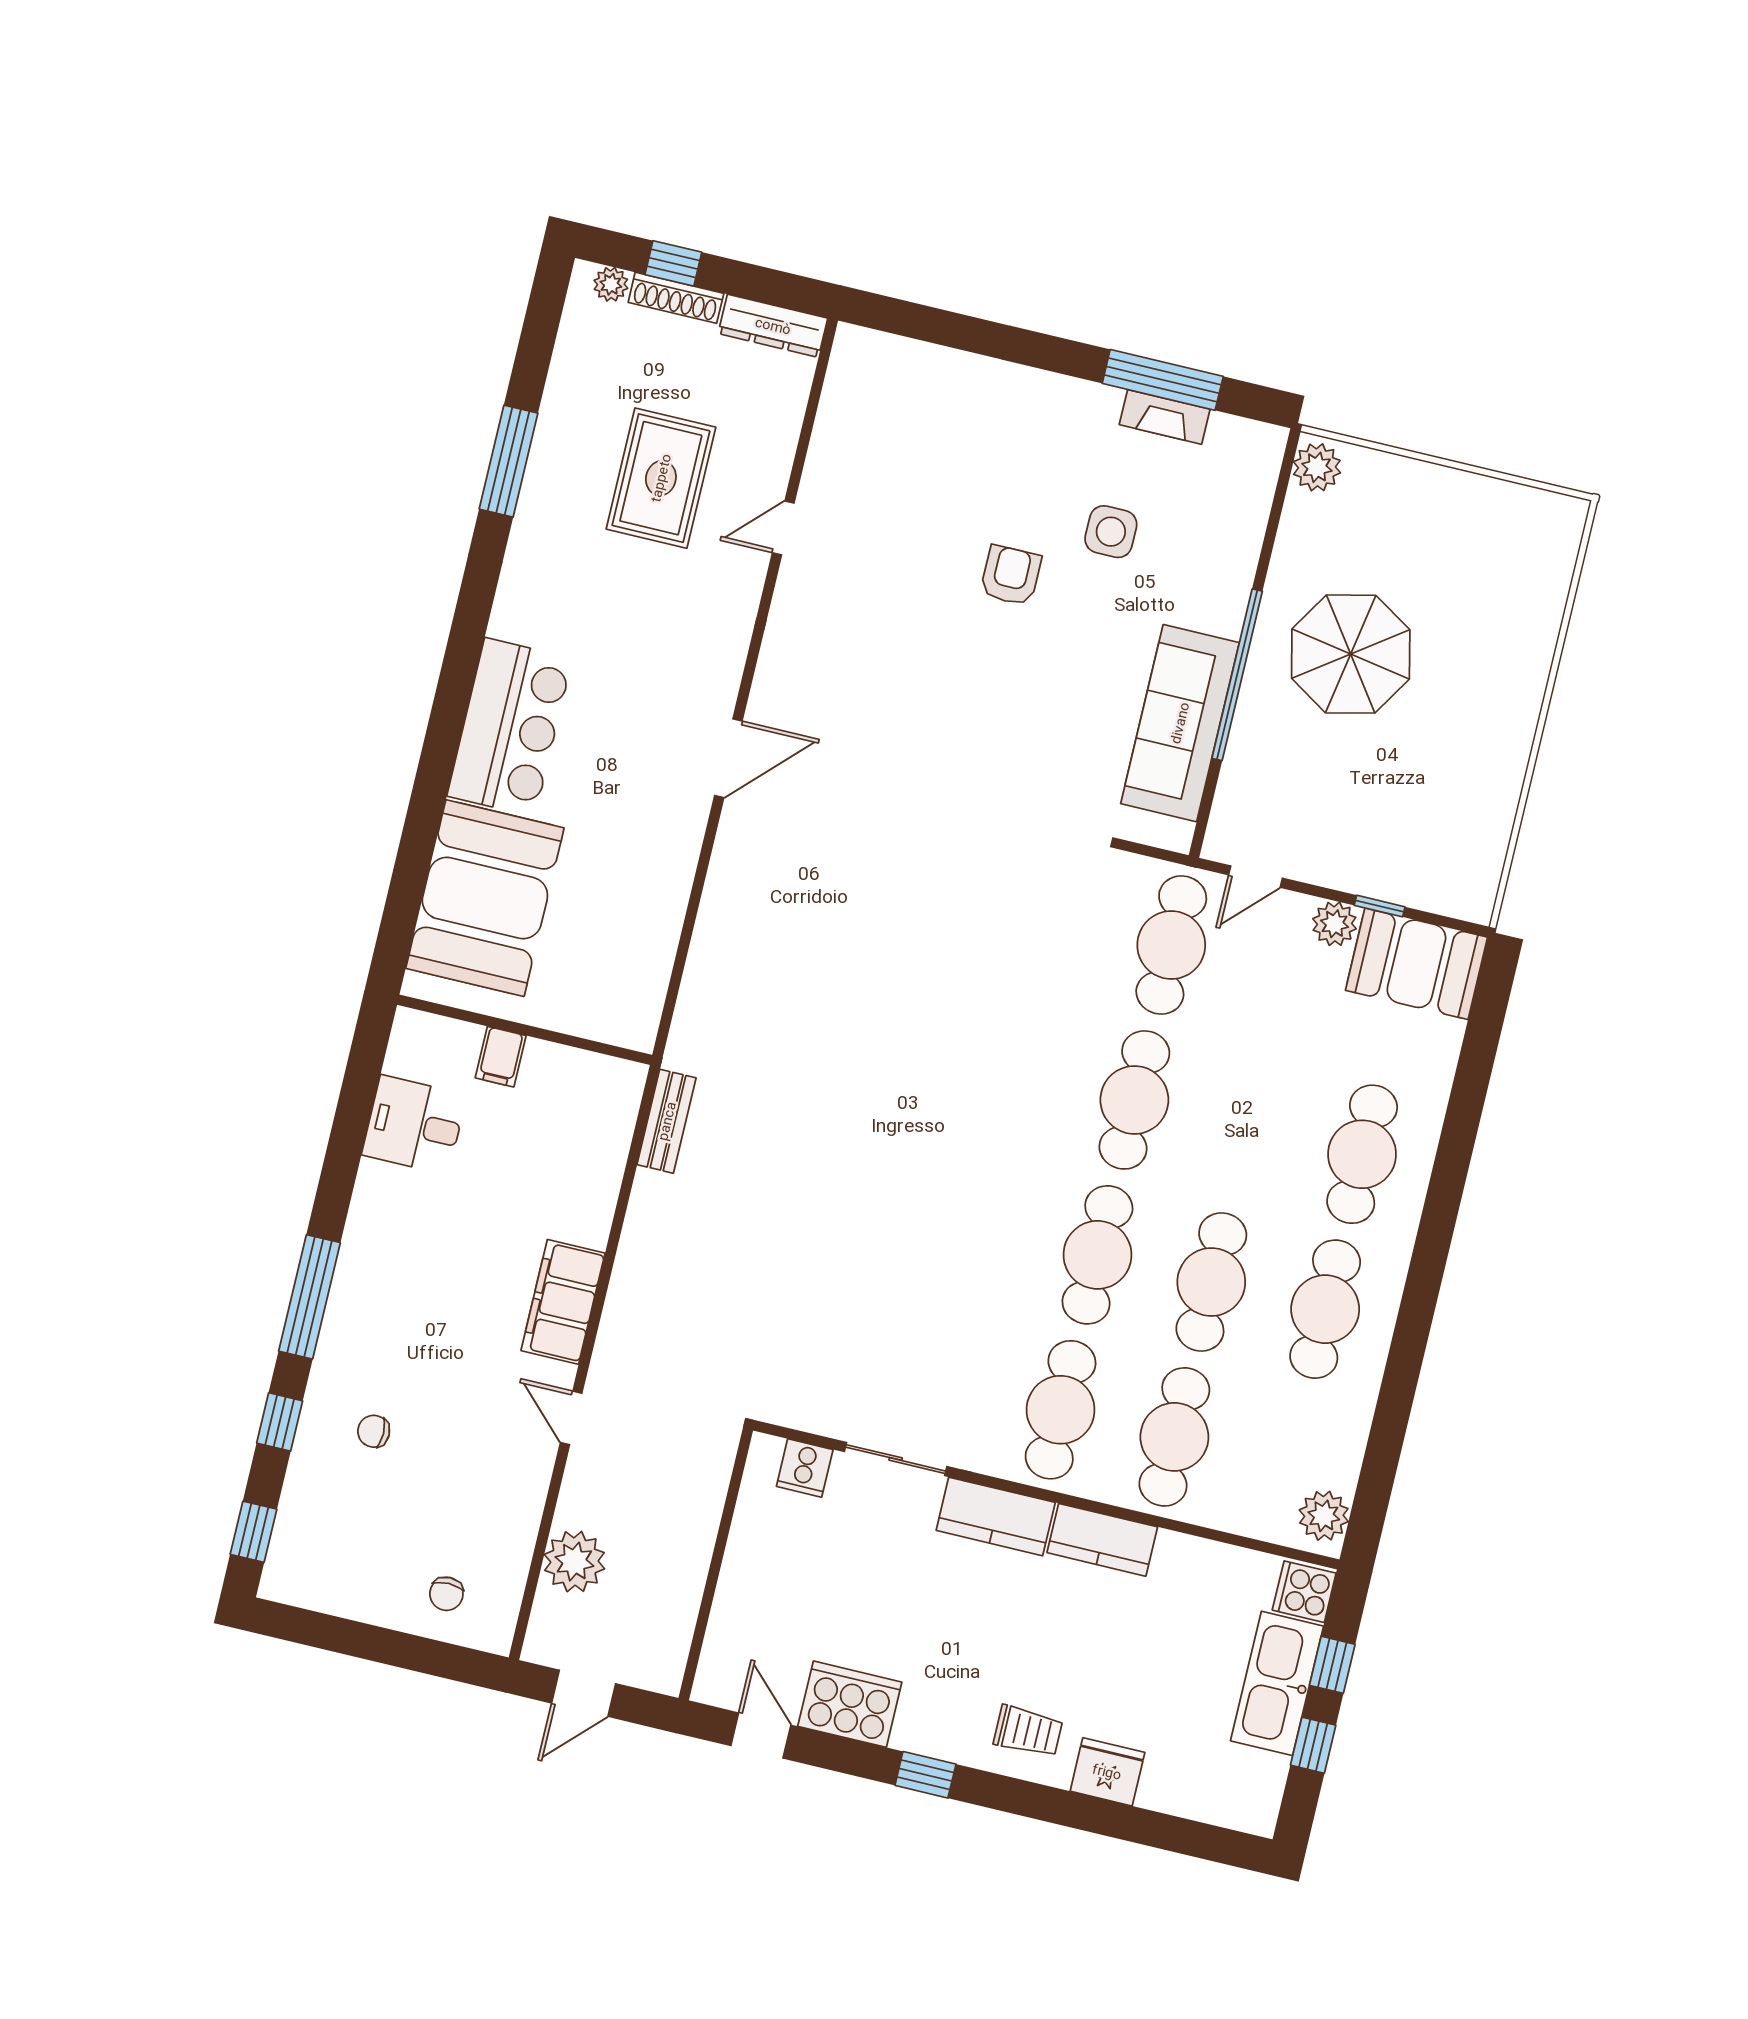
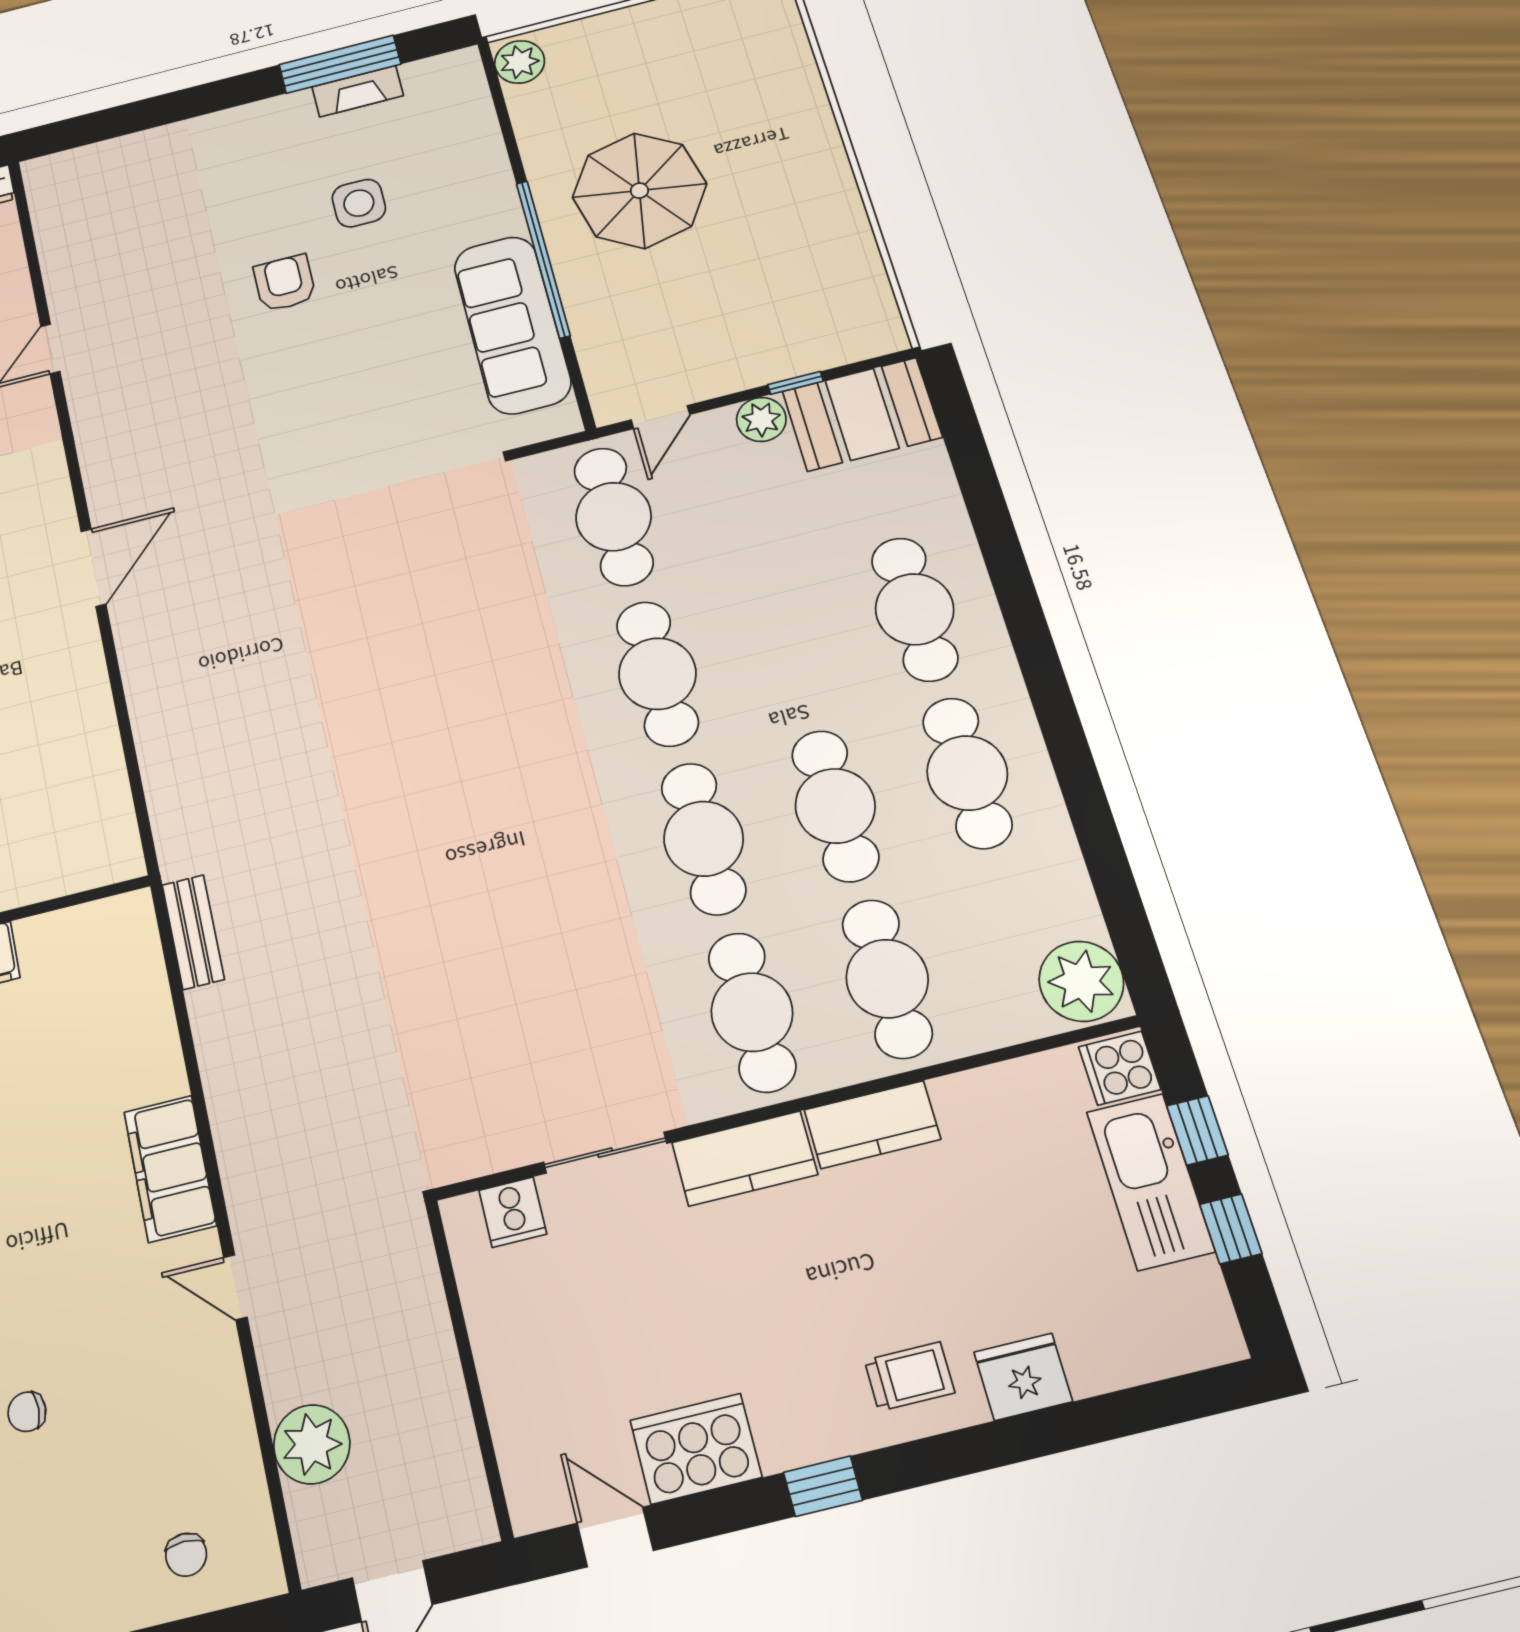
plant: (1324, 1516) -> (1081, 981), width x1.36, depth x1.36

